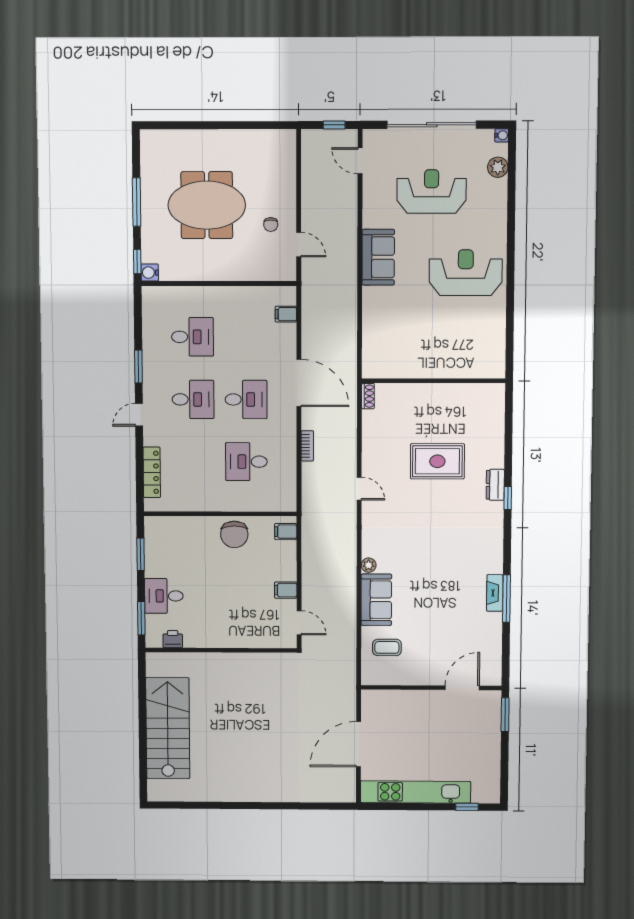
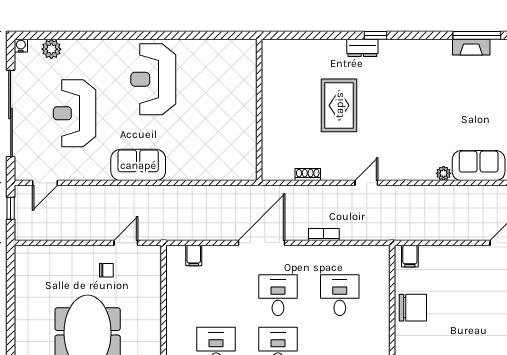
shoe rack: (368, 396) -> (308, 175), moved
desk: (246, 462) -> (340, 295), turned 180
filing cabinet: (286, 590) -> (469, 256), removed

